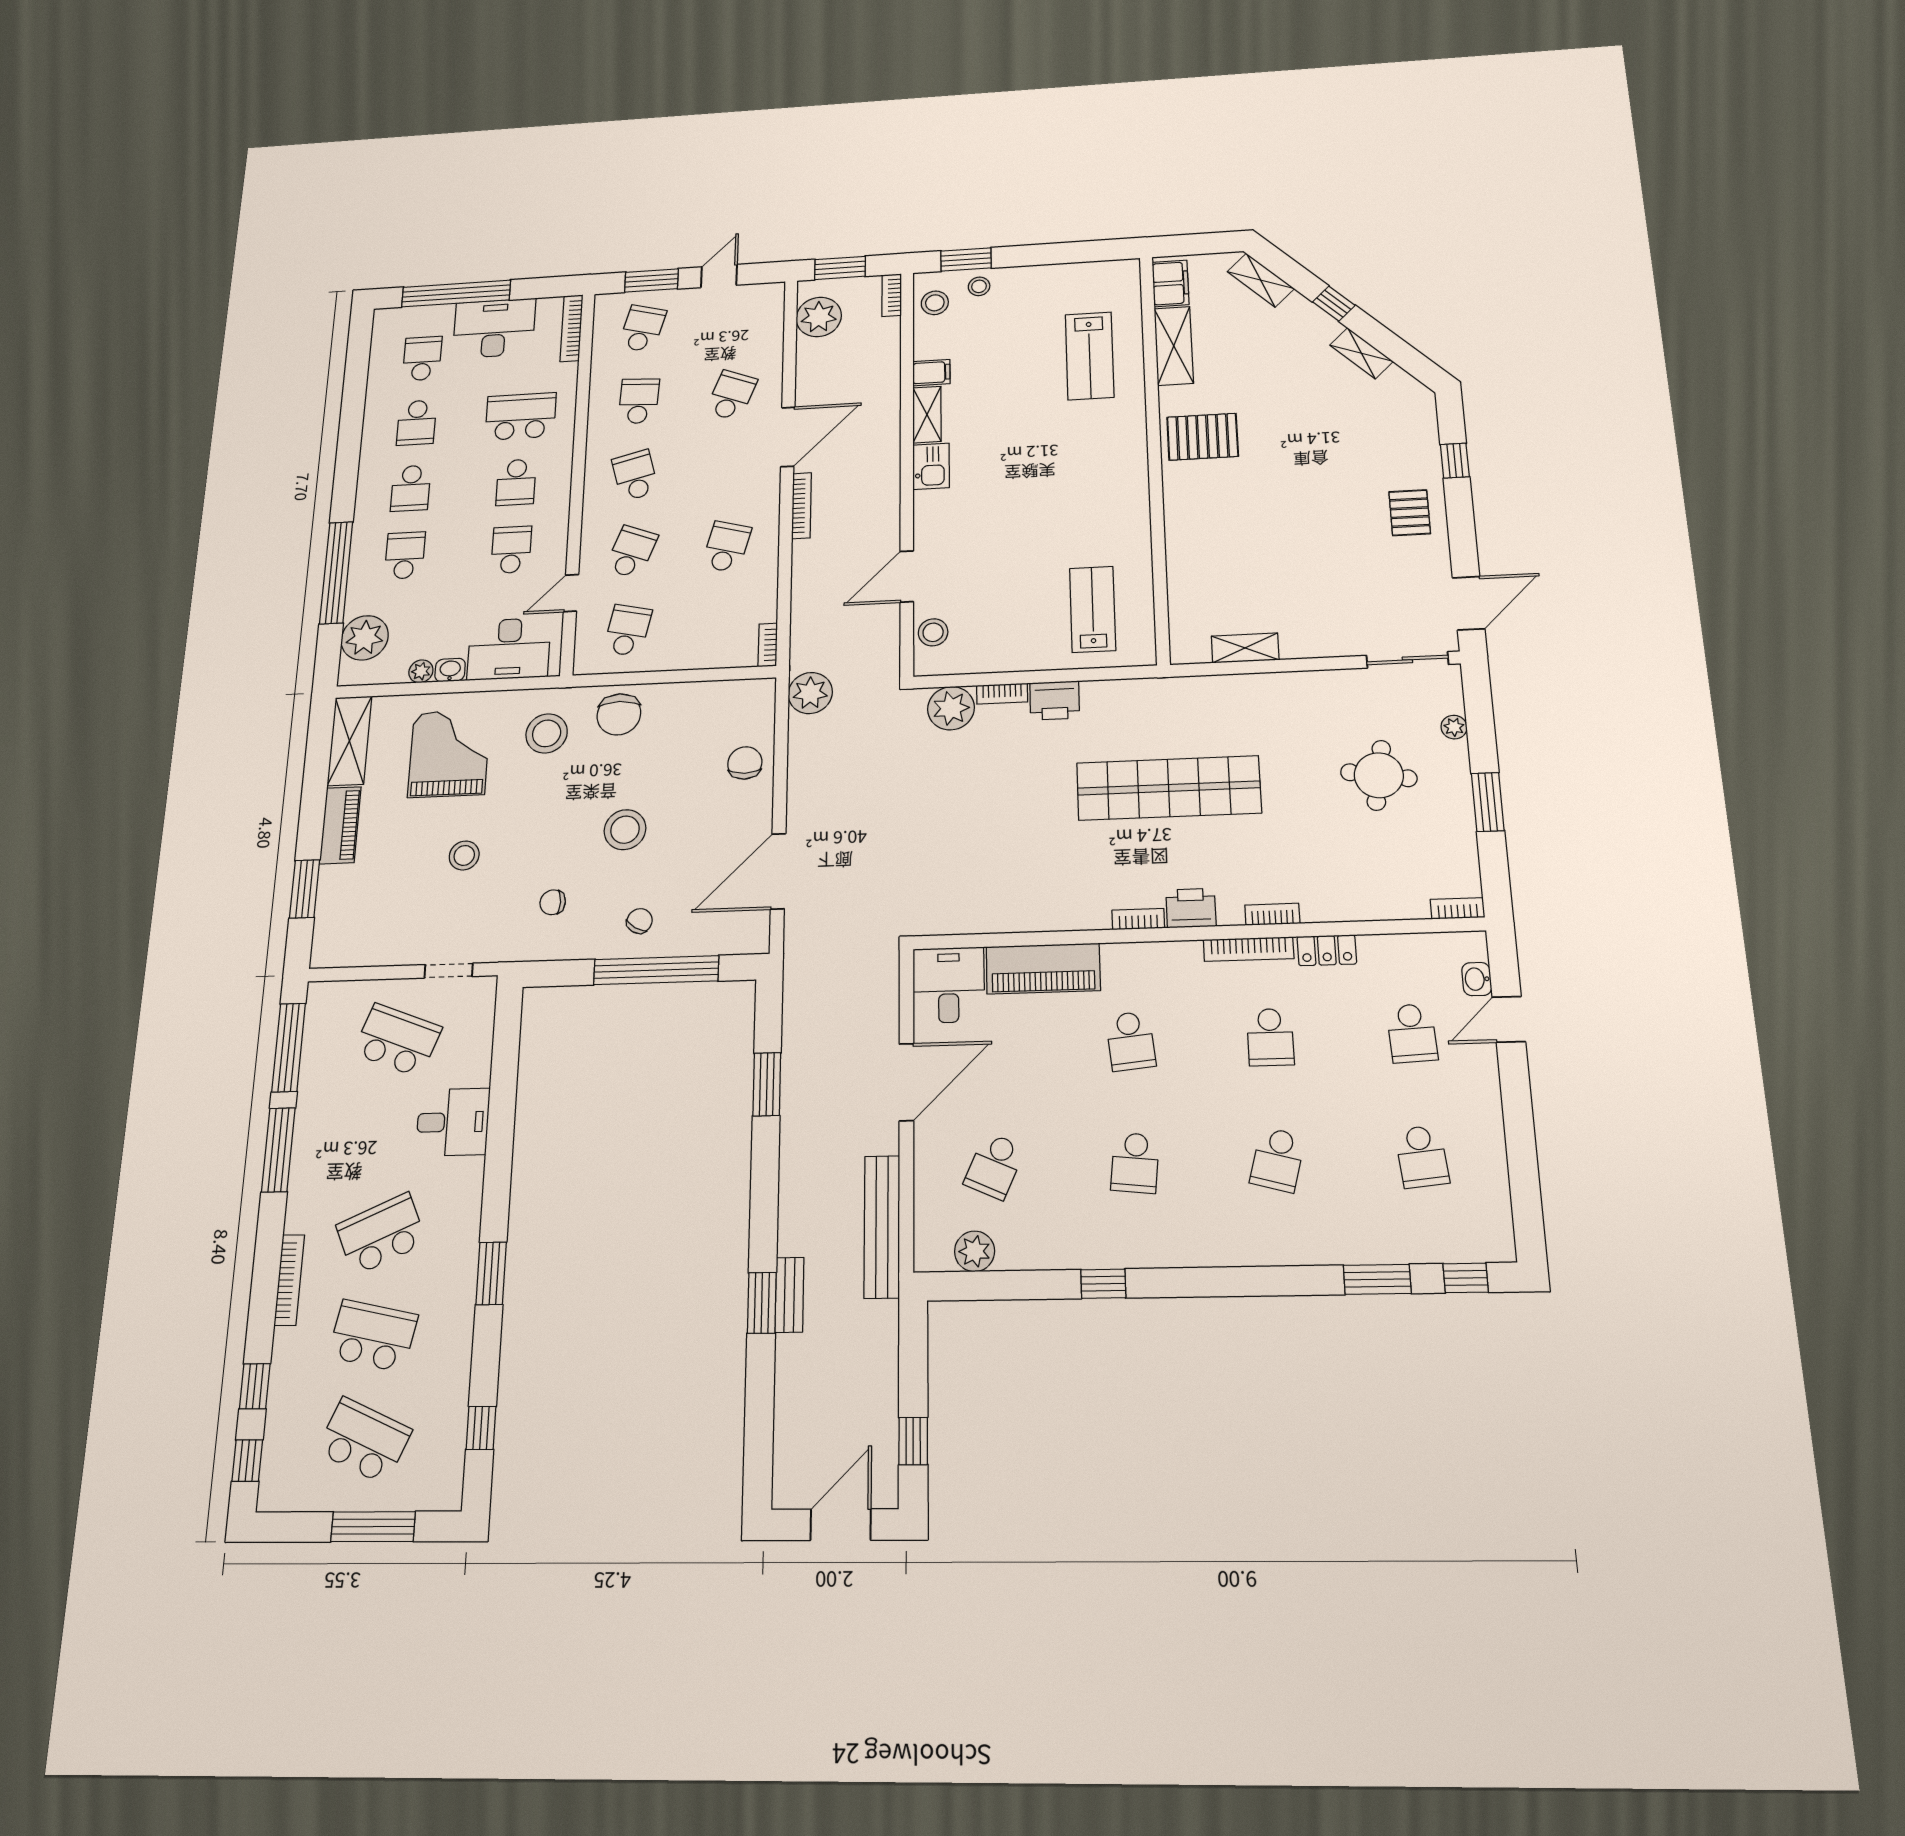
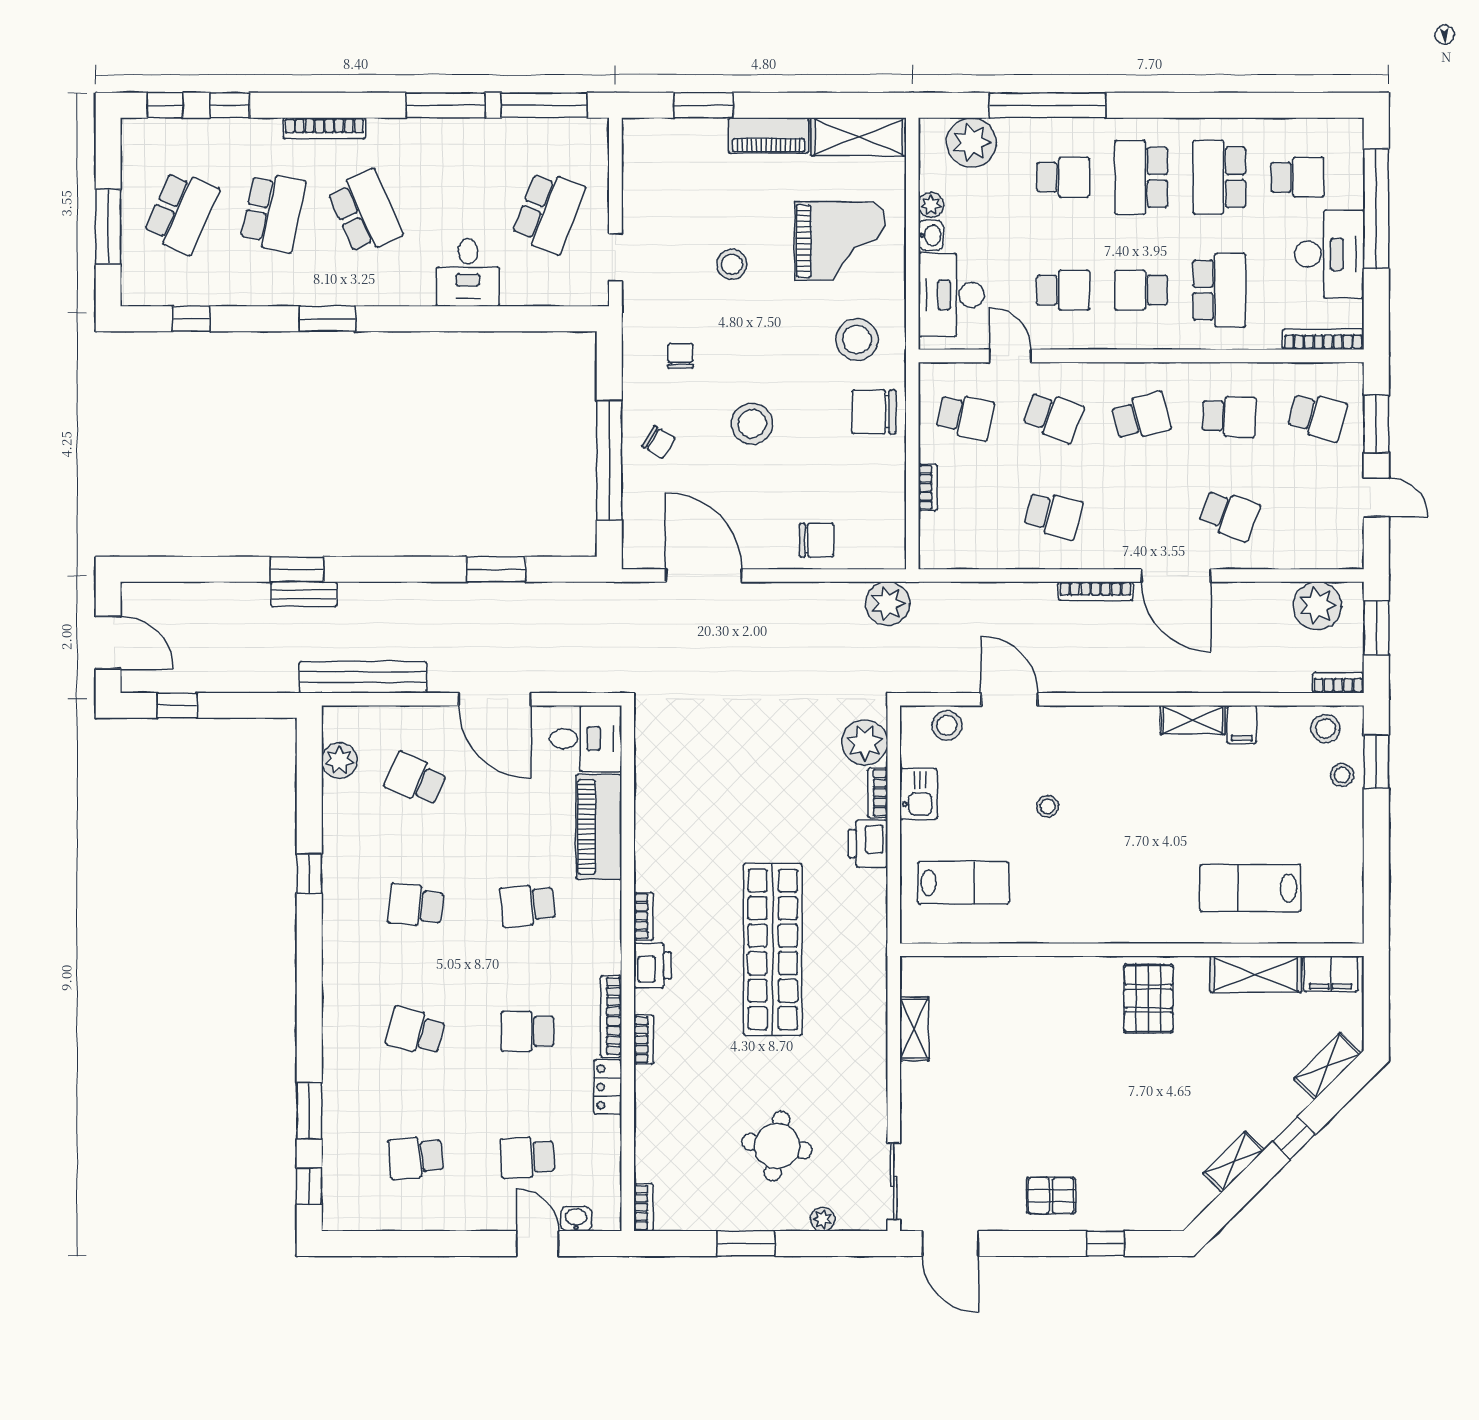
school desk: (417, 423) -> (1219, 177), width x1.85
kitchen sink: (931, 466) -> (918, 794), moved, turned -90
school desk: (411, 488) -> (1141, 177), width x1.85
stool: (1013, 537) -> (1048, 806), added
bookcase: (768, 645) -> (928, 487), moved, turned 90

